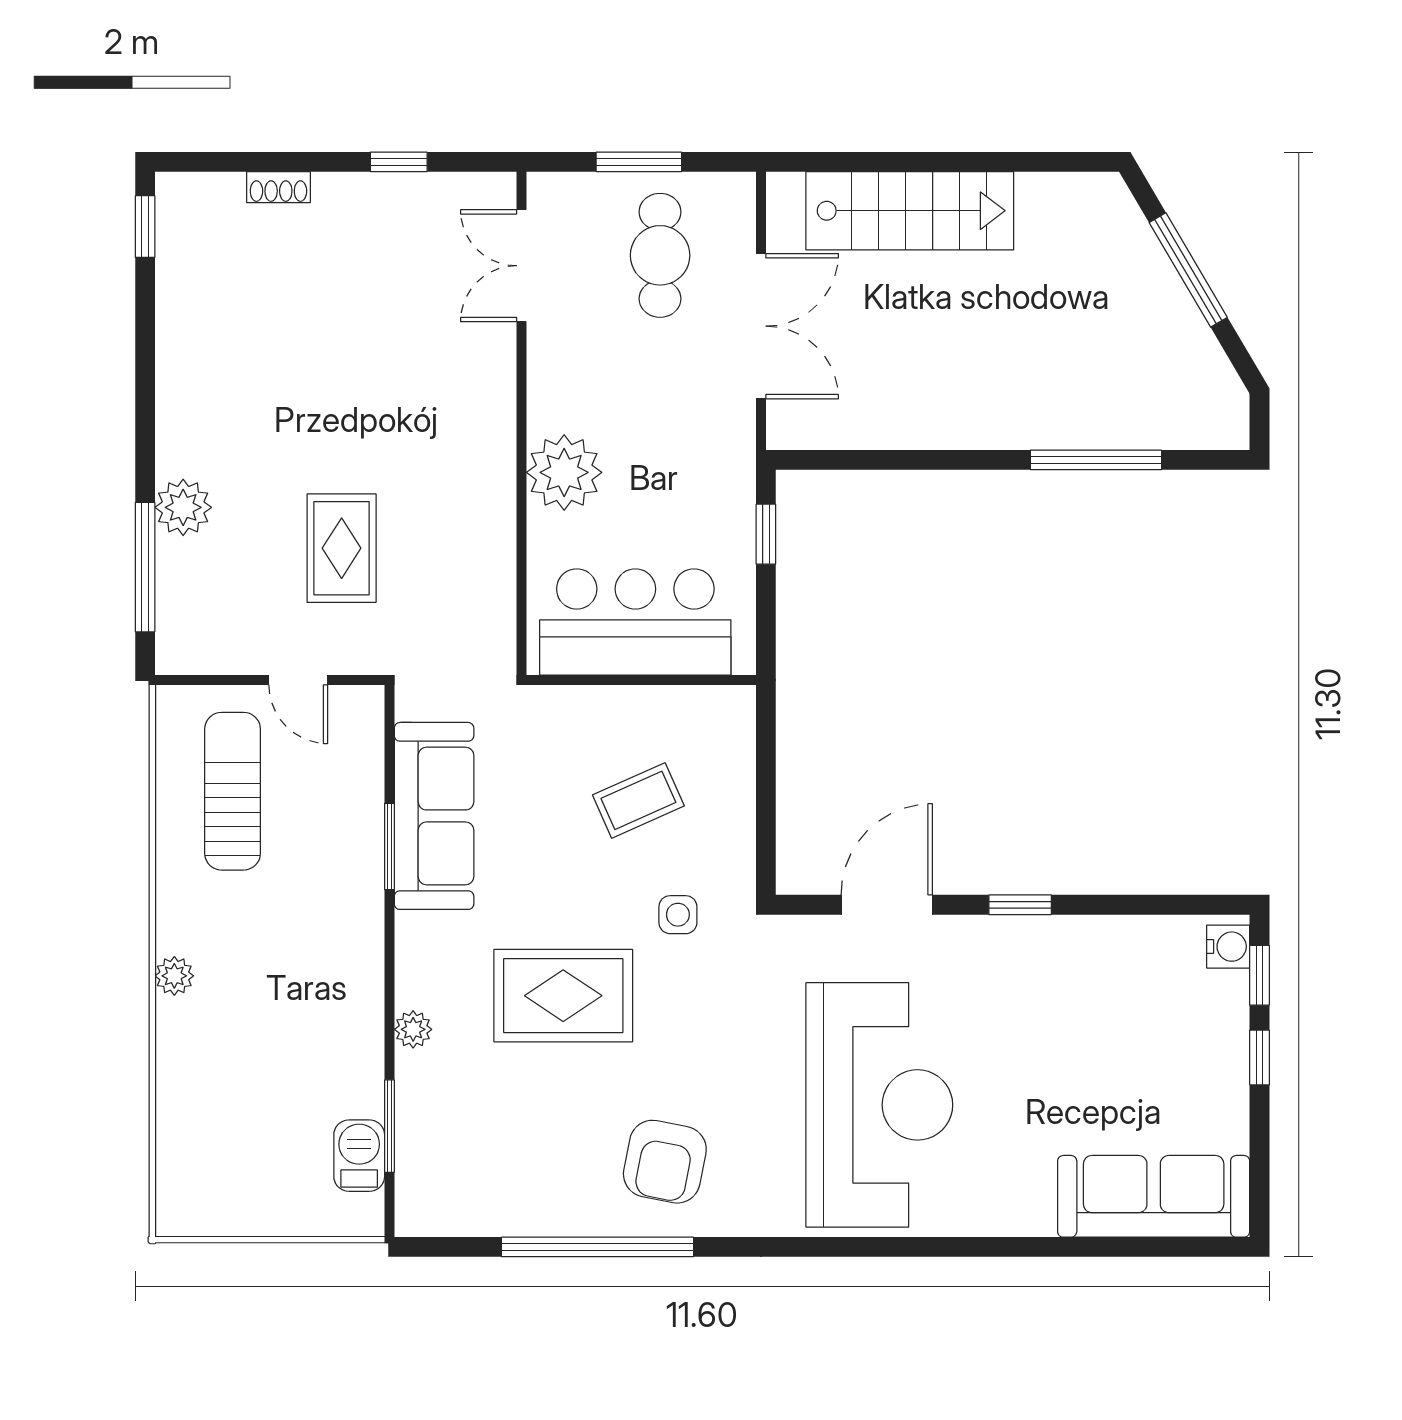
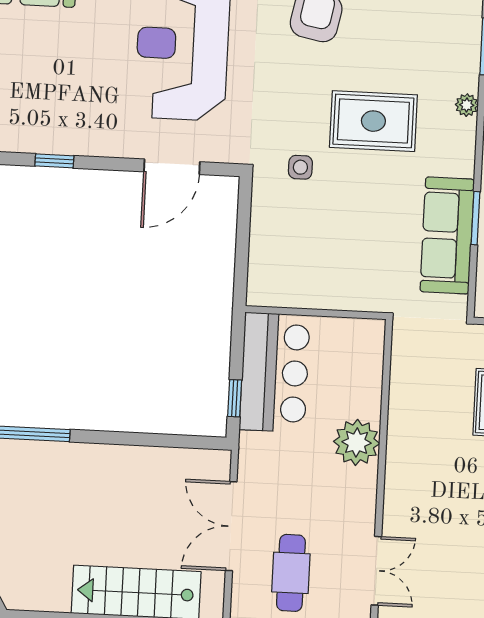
bar counter: (635, 622) -> (275, 372), moved, turned -90
coffee table: (638, 800) -> (321, 239), removed
window: (1020, 905) -> (54, 161), moved

